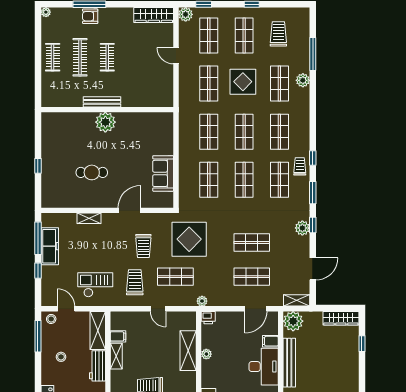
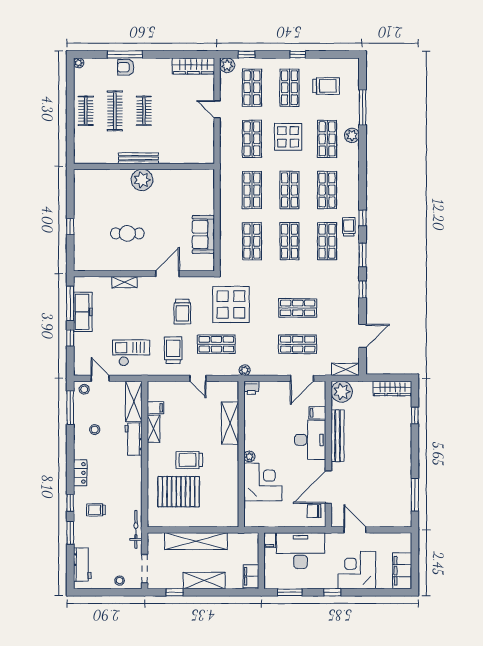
trolley: (278, 34) -> (326, 86), turned 90
plant: (302, 228) -> (351, 292), removed
plant: (206, 354) -> (249, 456), moved

